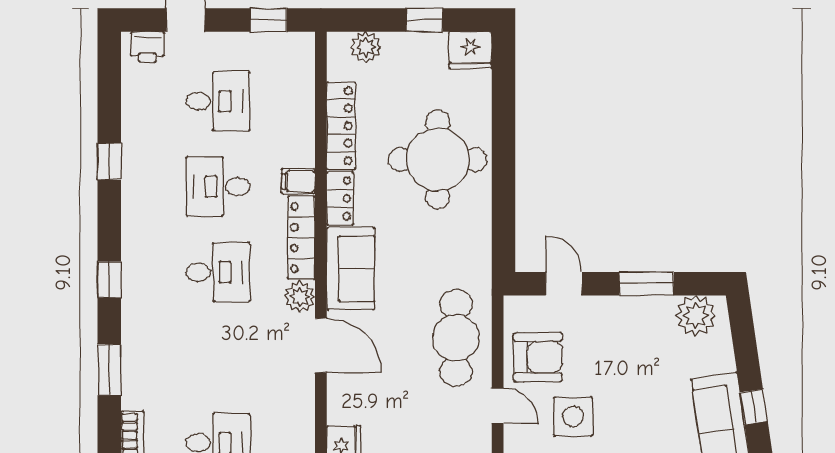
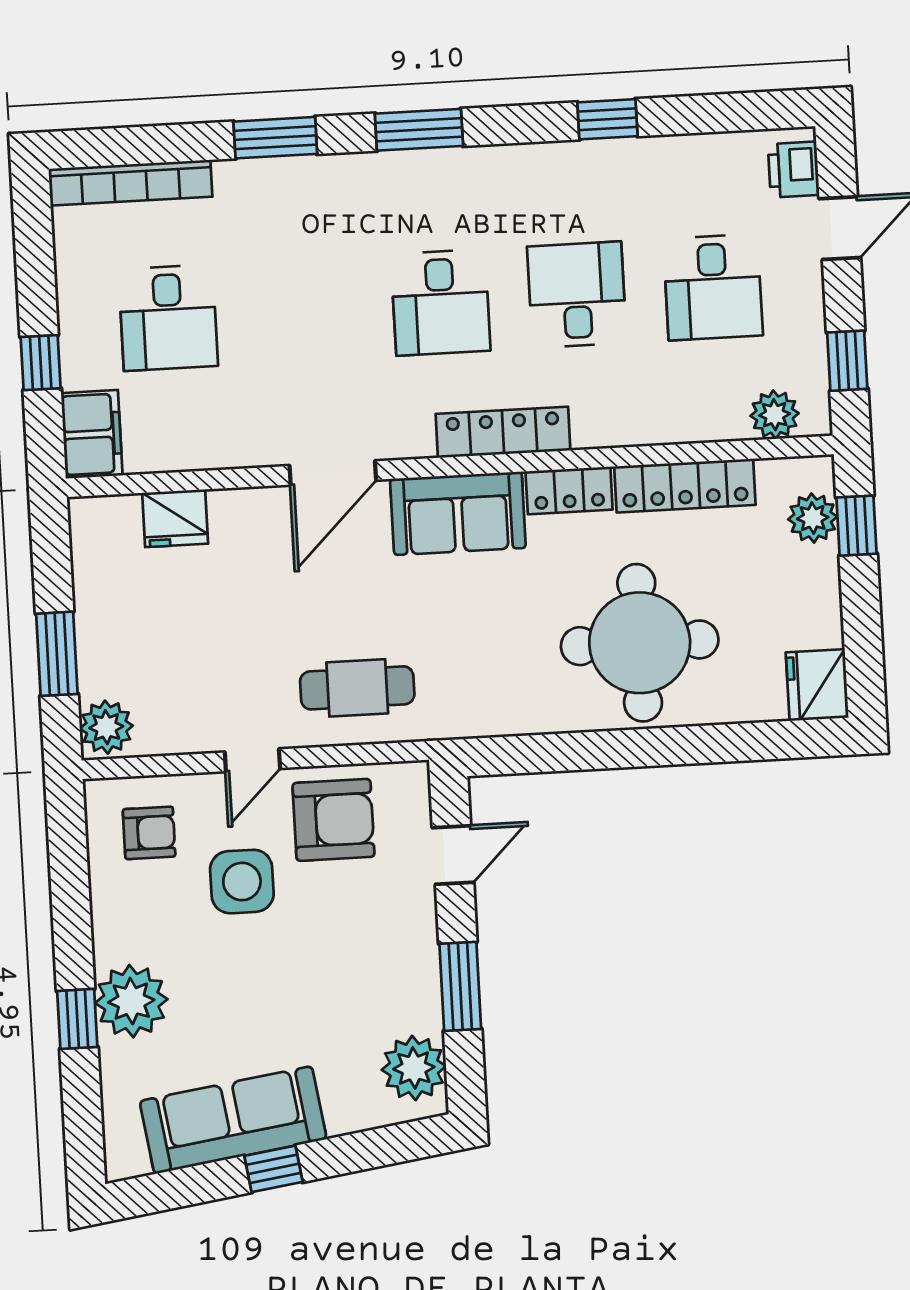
window: (424, 20) -> (856, 526), moved
filing cabinet: (298, 181) -> (593, 423), removed
window: (109, 280) -> (419, 130), width x1.50
plant: (300, 297) -> (775, 415), moved
cafe table: (456, 338) -> (357, 688), width x0.73, depth x0.74
armchair: (538, 357) -> (333, 820), turned -90

